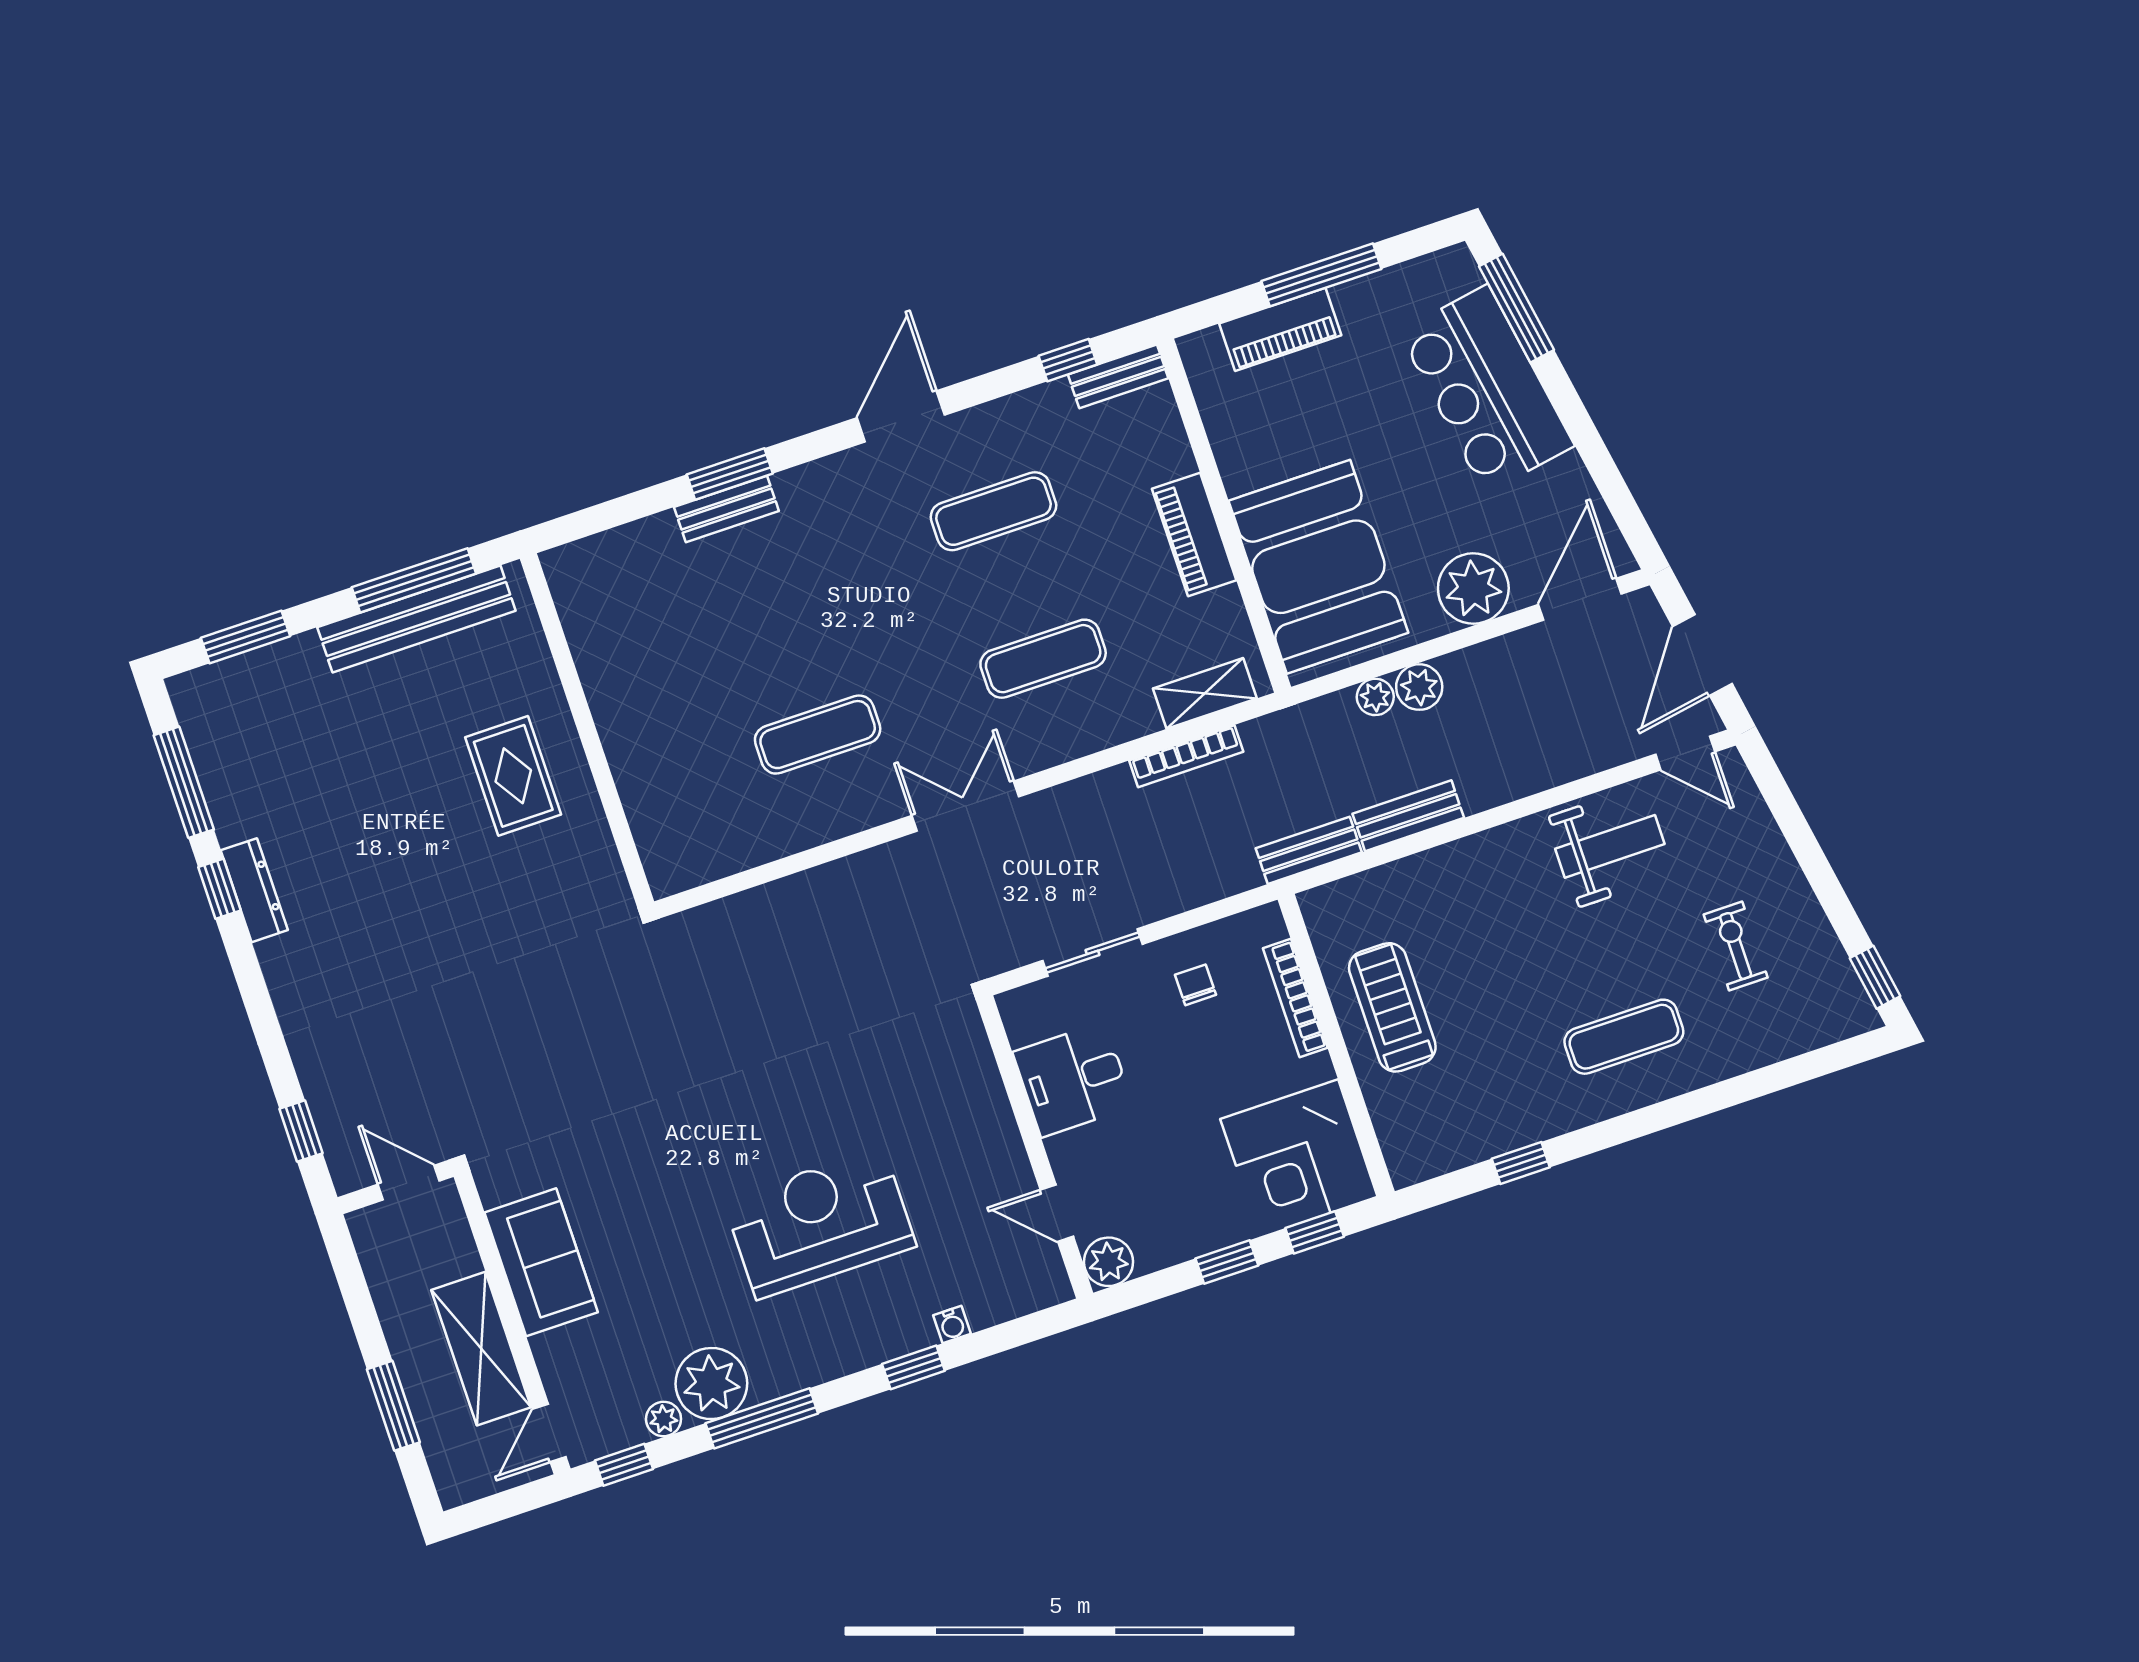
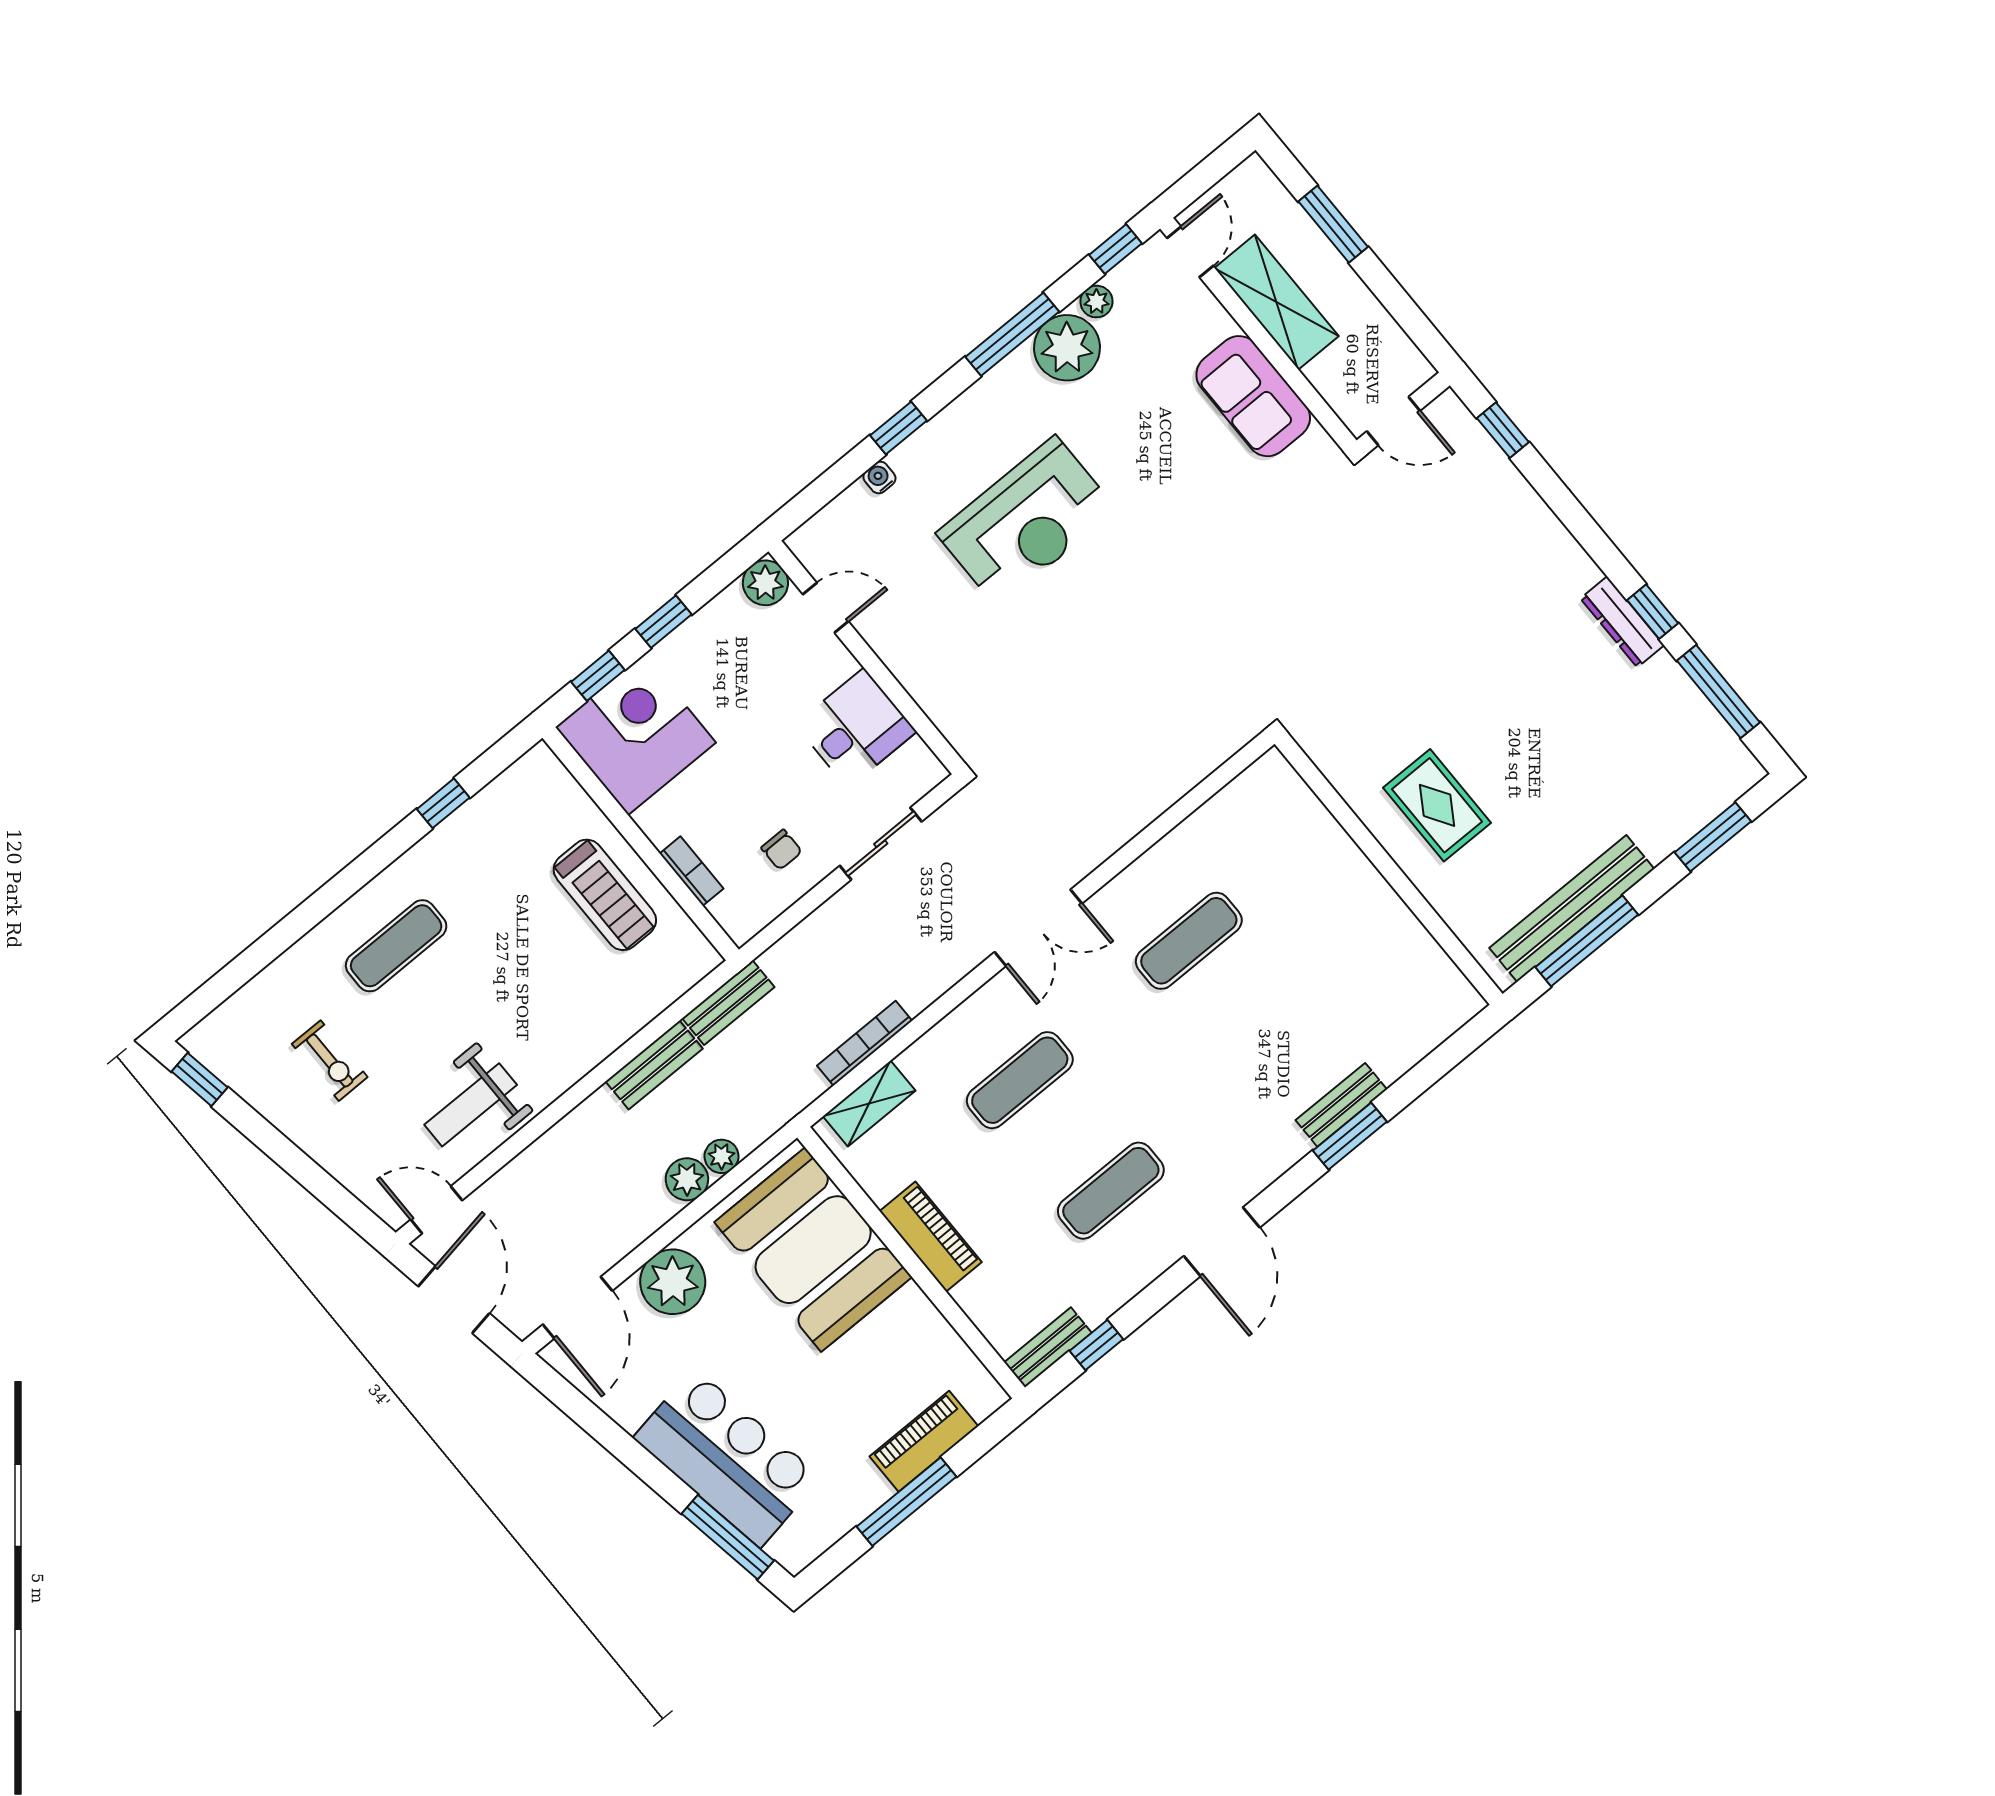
bookcase: (1295, 998) -> (691, 871), width x0.64

